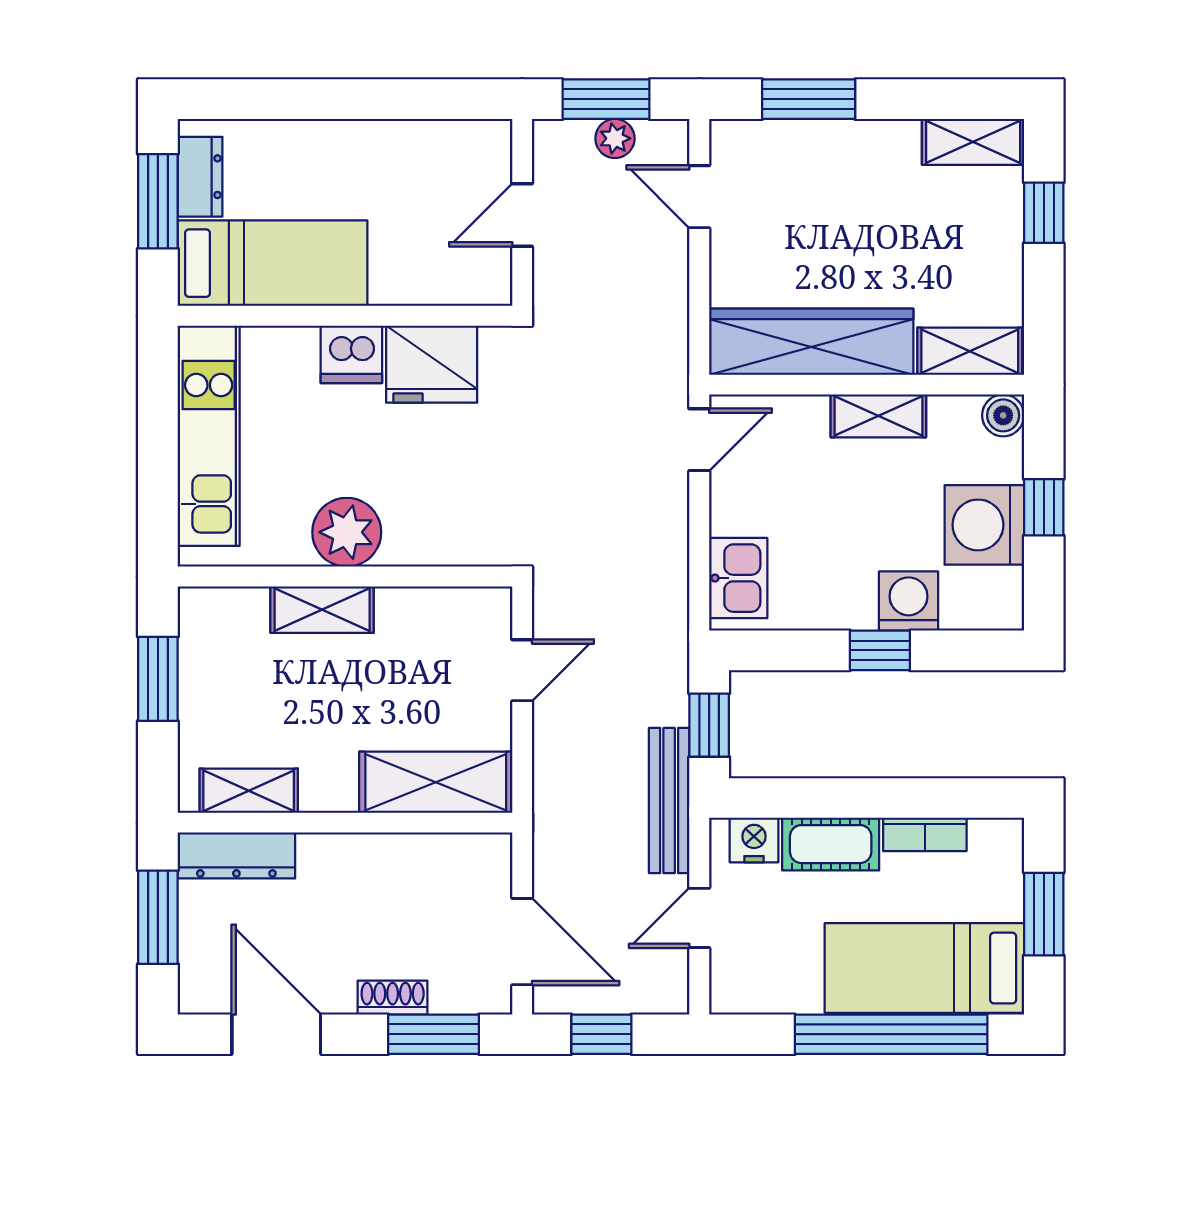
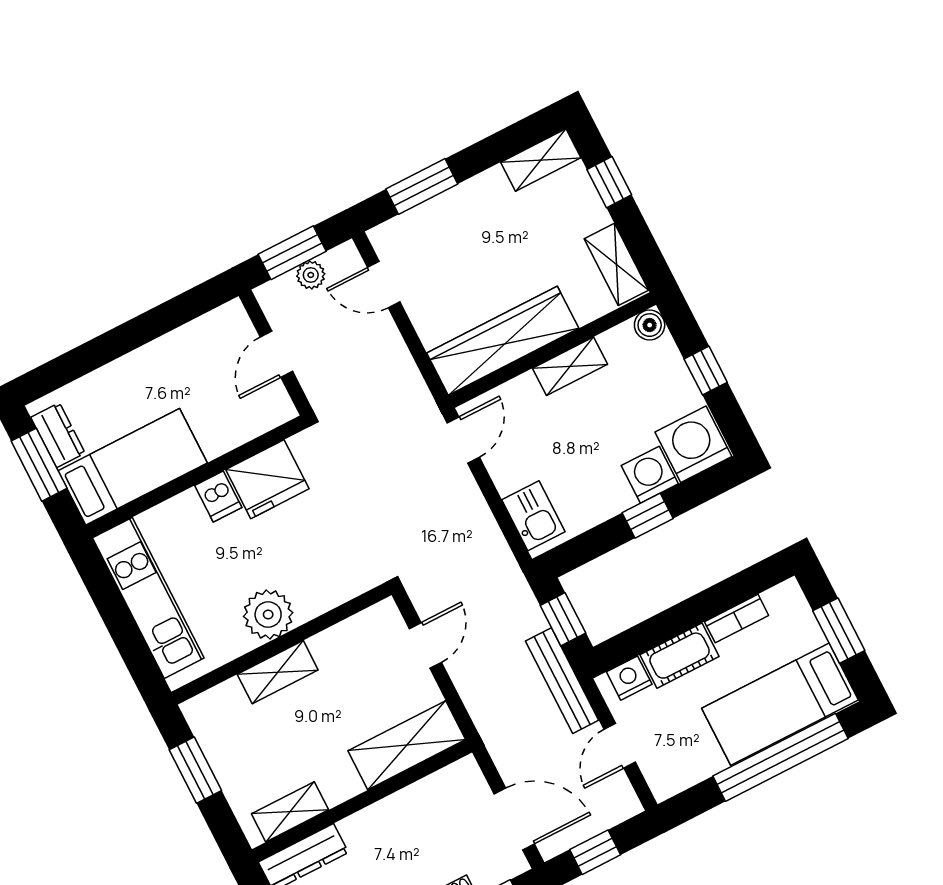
shelving: (970, 351) -> (616, 264), moved, turned 90
dishwasher: (351, 354) -> (218, 496), width x0.73
washing machine: (984, 525) -> (693, 444), moved, turned 90

